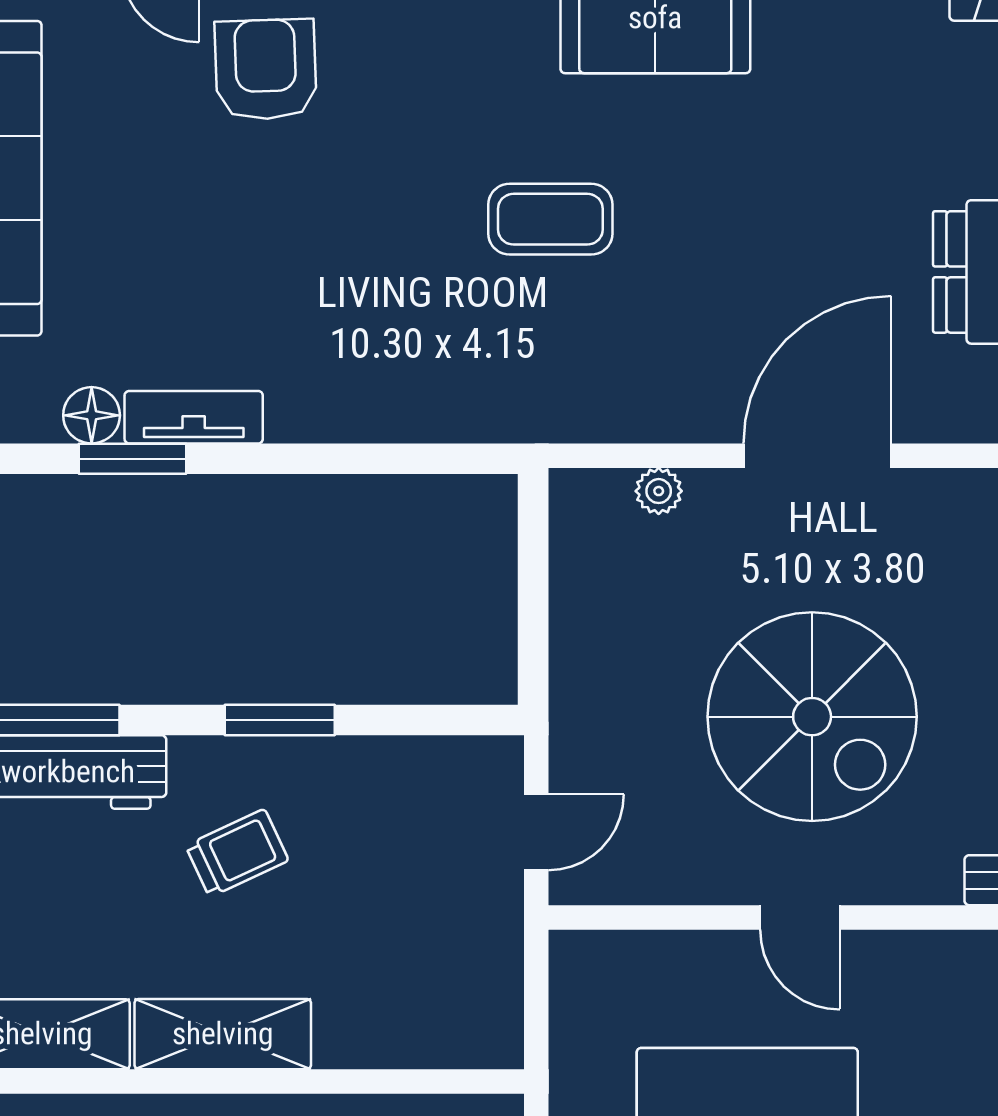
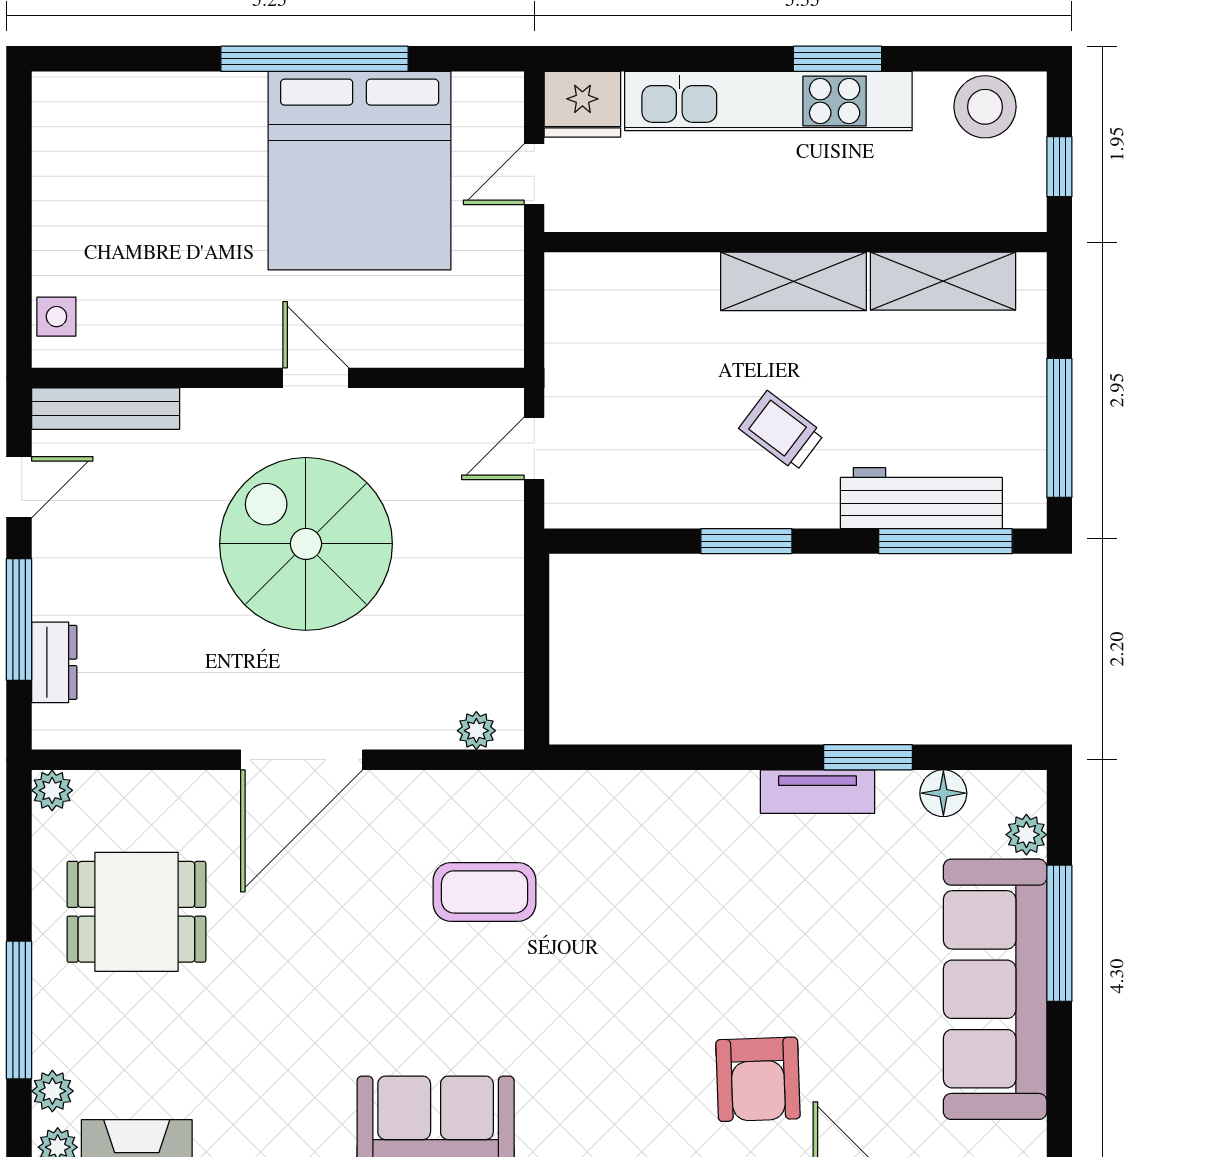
coffee table: (550, 219) -> (485, 892), moved
floor lamp: (92, 415) -> (943, 793), moved
plant: (659, 491) -> (476, 731), moved
trolley: (237, 853) -> (782, 431), turned 62

